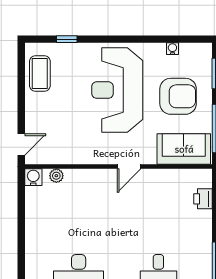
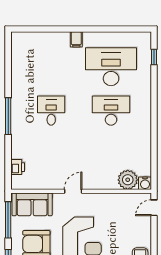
plant: (56, 176) -> (128, 180), width x1.88, depth x1.88

